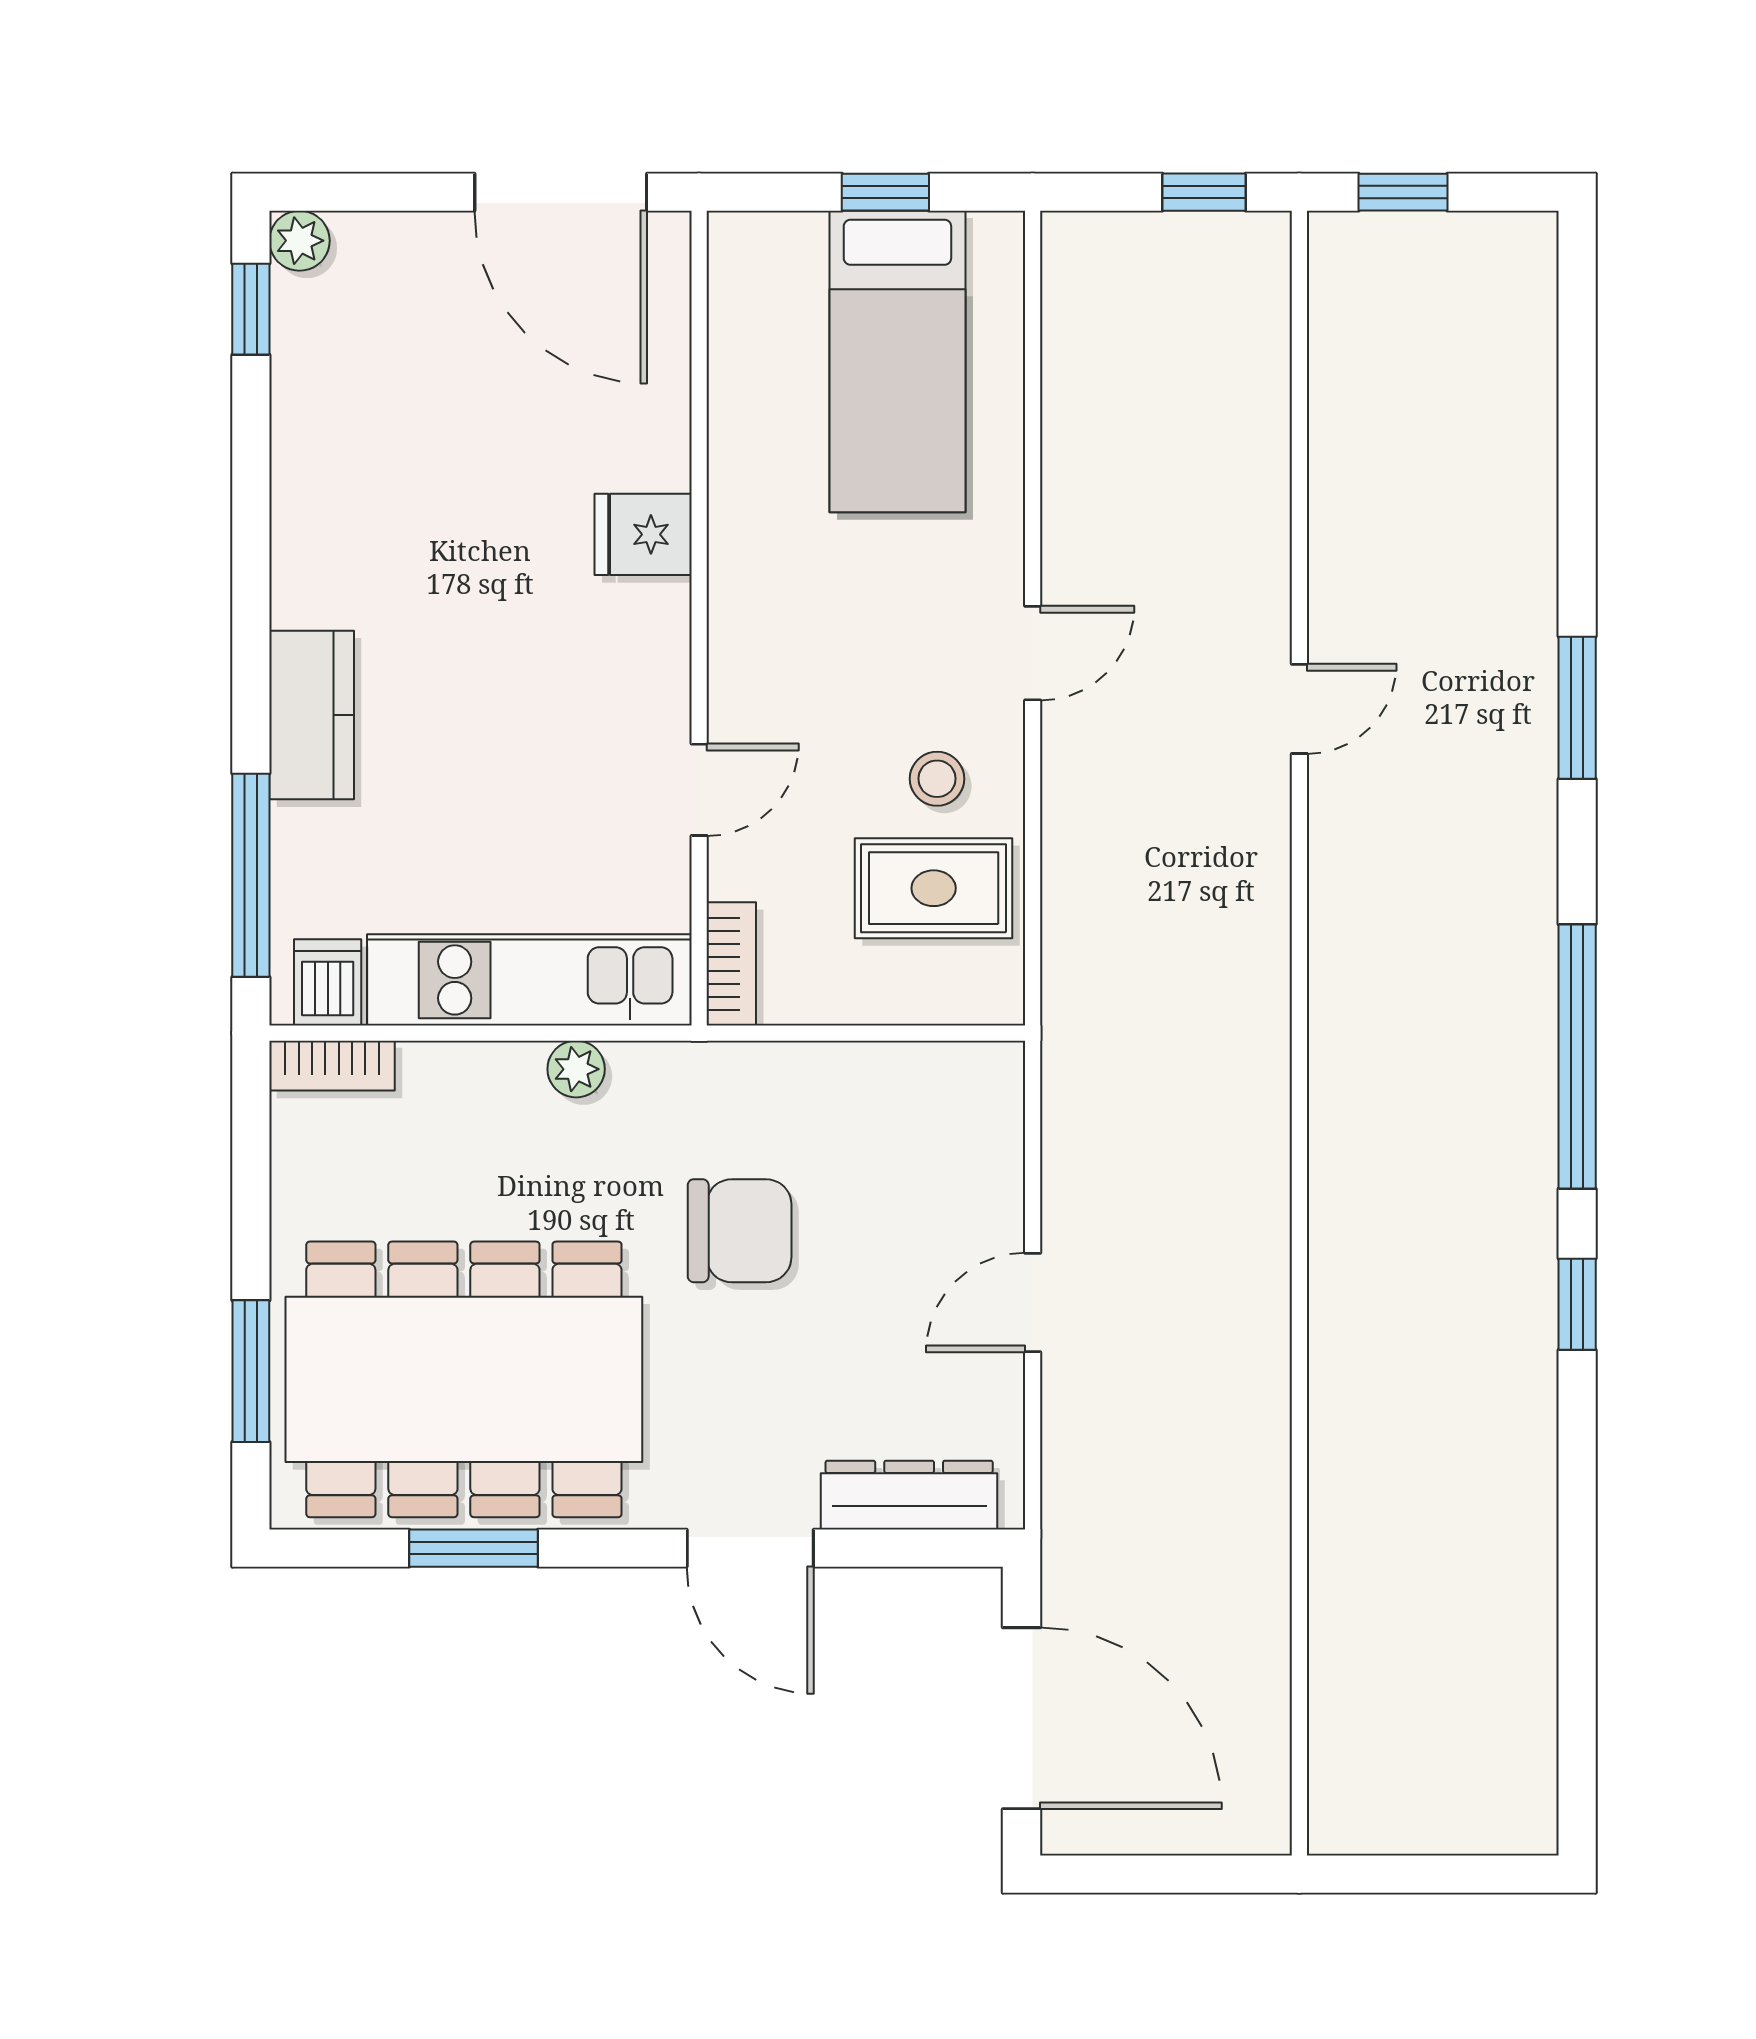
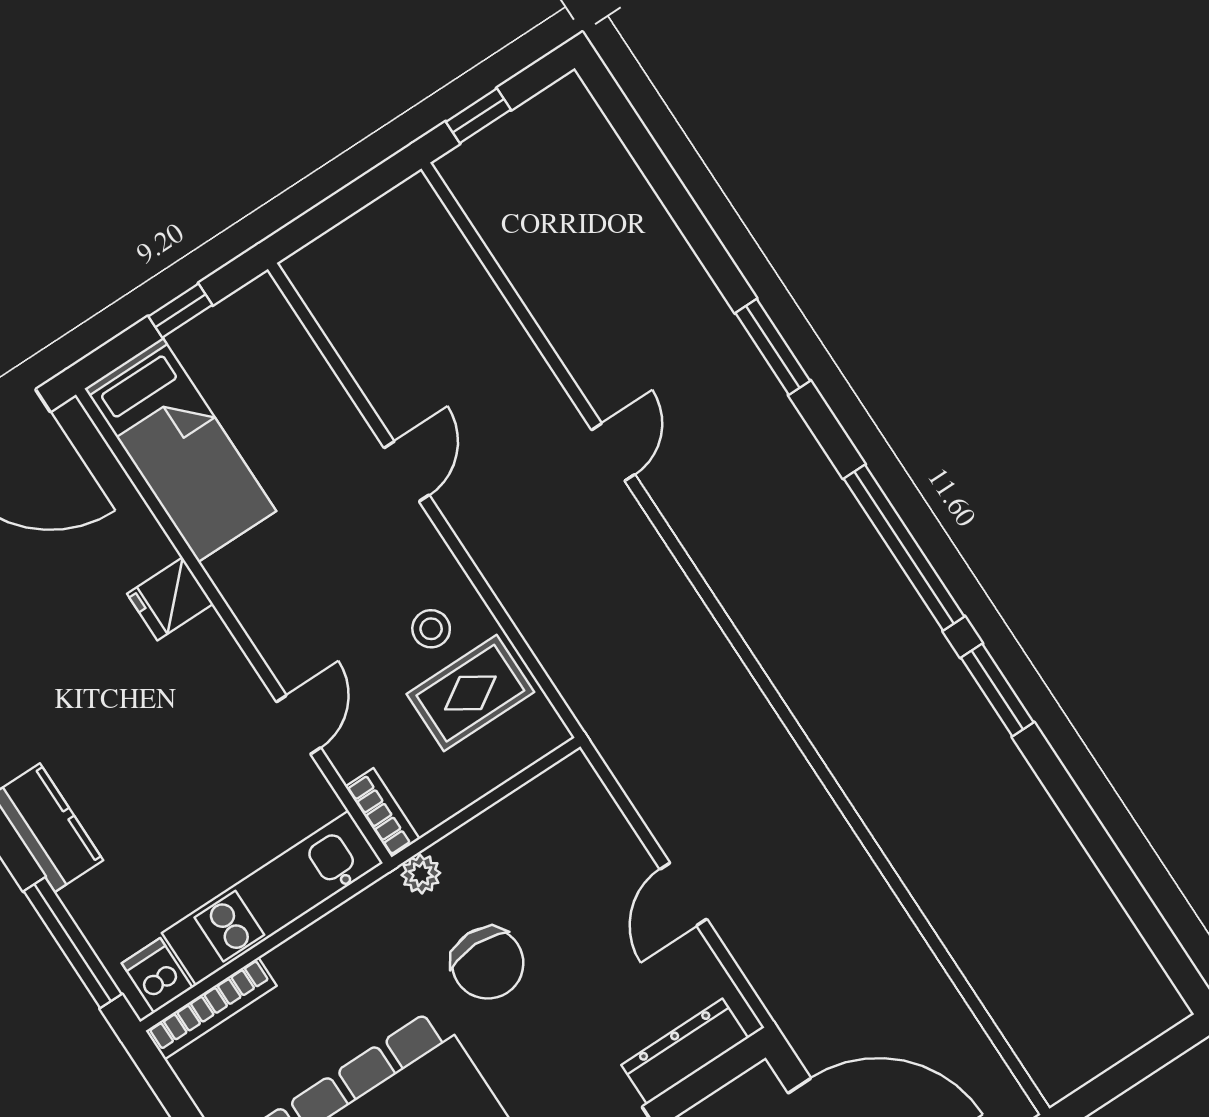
window: (1204, 192) -> (364, 191), removed
bed: (897, 361) -> (180, 450), moved
door: (1033, 653) -> (407, 471), moved
bookcase: (332, 1066) -> (211, 1008), width x1.56
plant: (576, 1069) -> (421, 874), moved
chair: (740, 1231) -> (488, 963), turned 90
window: (1577, 1304) -> (997, 690), width x1.50

